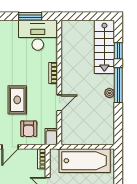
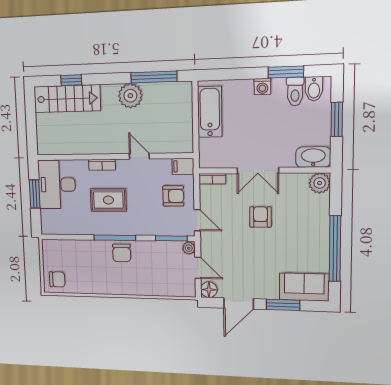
window: (118, 85) -> (154, 77), moved
plant: (109, 93) -> (130, 96), width x1.88, depth x1.88
rug: (17, 100) -> (108, 200), moved
bathtub: (85, 161) -> (210, 112), width x0.73, depth x0.73

